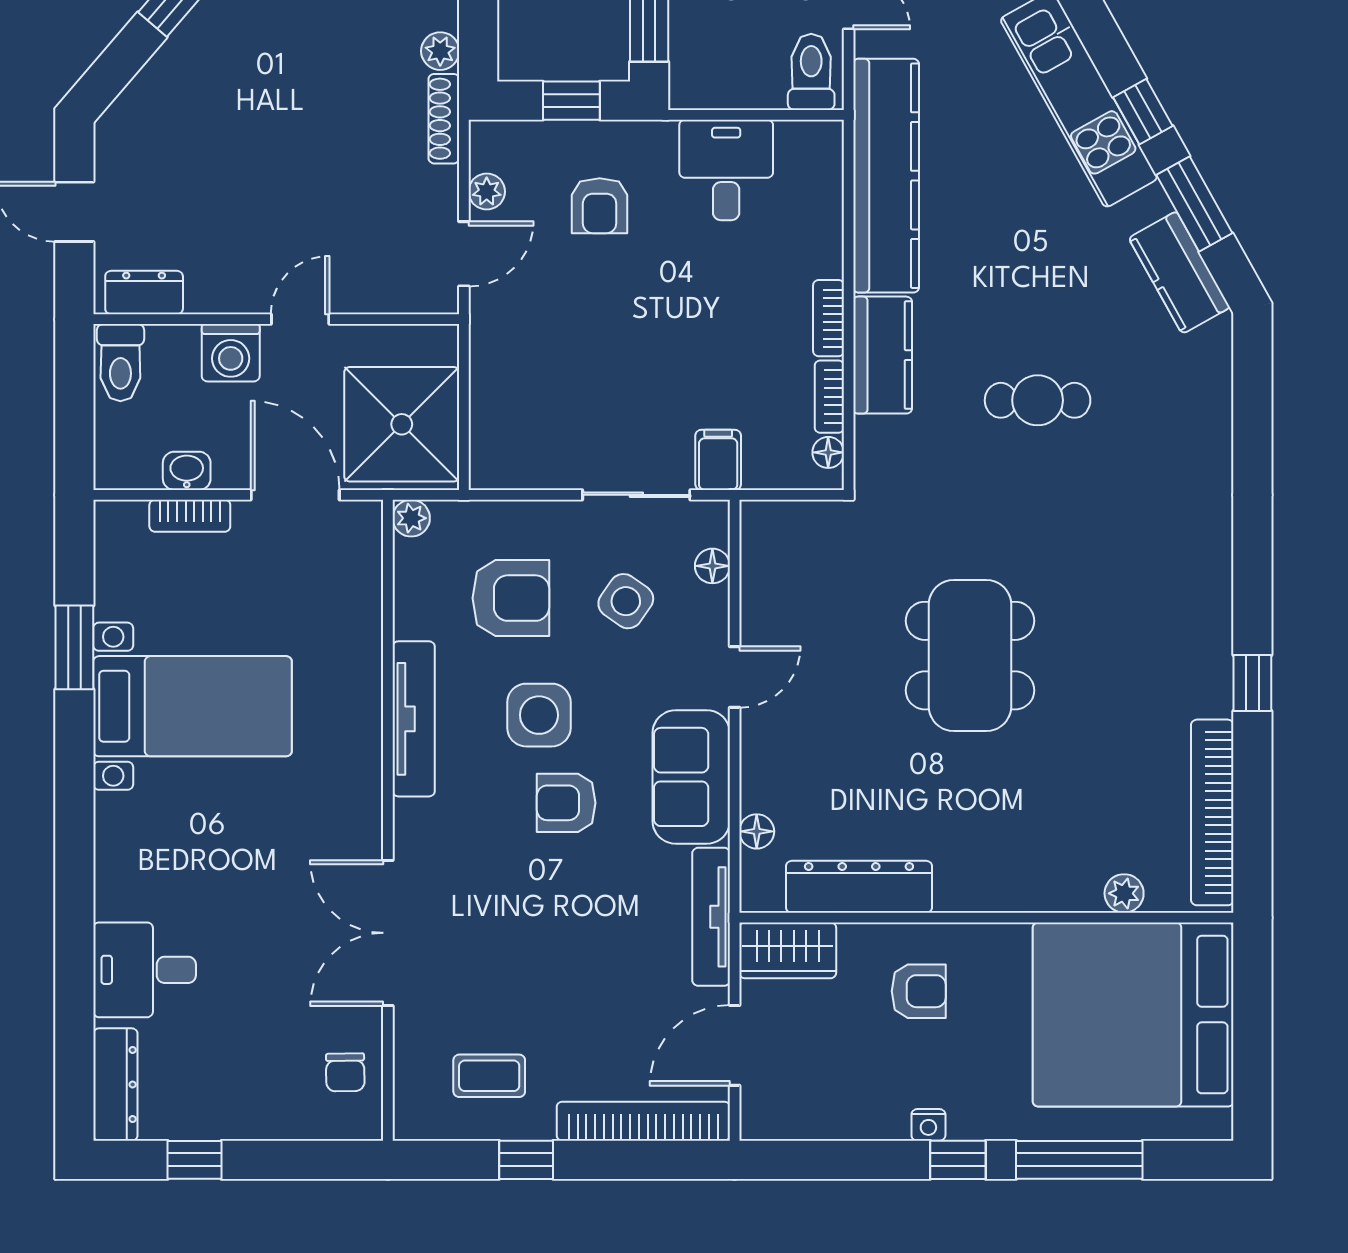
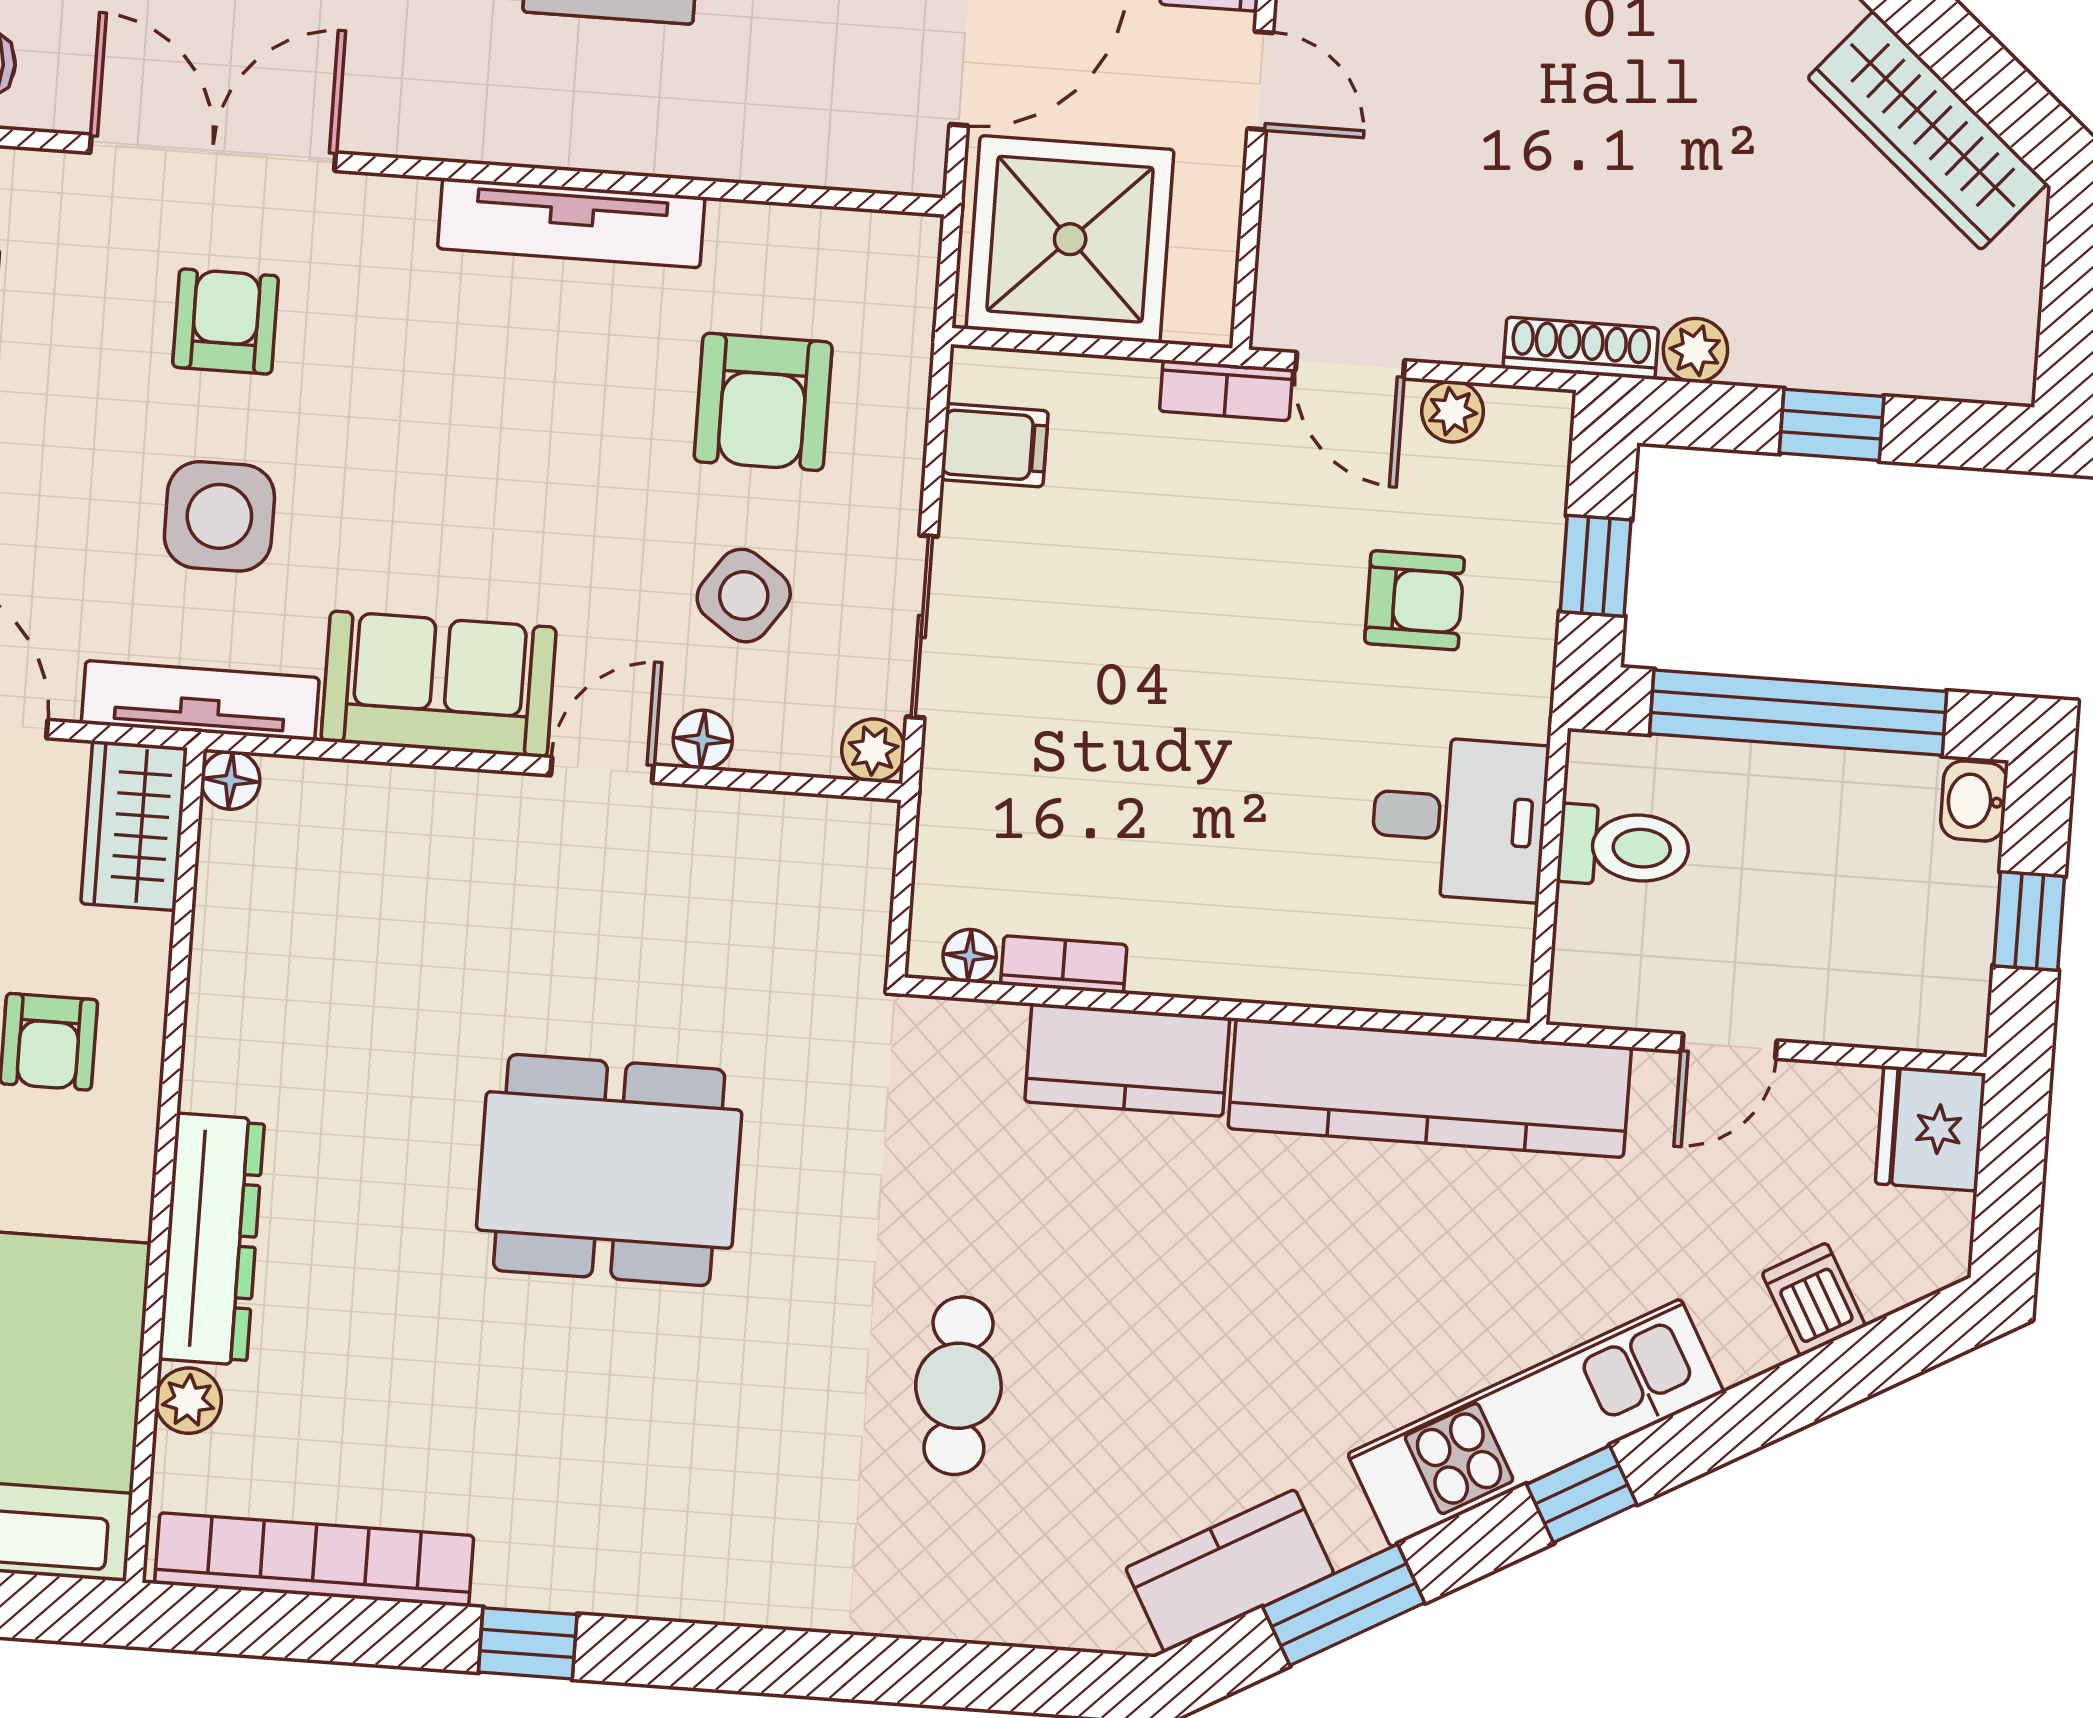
toilet: (811, 72) -> (1624, 847), moved
window: (1143, 112) -> (1582, 1494), moved
armchair: (600, 206) -> (1415, 600), turned 180
bookcase: (829, 318) -> (1226, 390), moved, turned 180
cafe table: (1038, 400) -> (958, 1386), moved
filing cabinet: (718, 460) -> (995, 445), moved
plant: (411, 518) -> (873, 750), moved
floor lamp: (712, 566) -> (703, 740), moved
door: (735, 677) -> (602, 770), swing flipped
side table: (539, 715) -> (219, 516), moved
armchair: (566, 803) -> (226, 321), moved
floor lamp: (757, 831) -> (230, 780), moved
dresser: (859, 887) -> (212, 1239), moved

